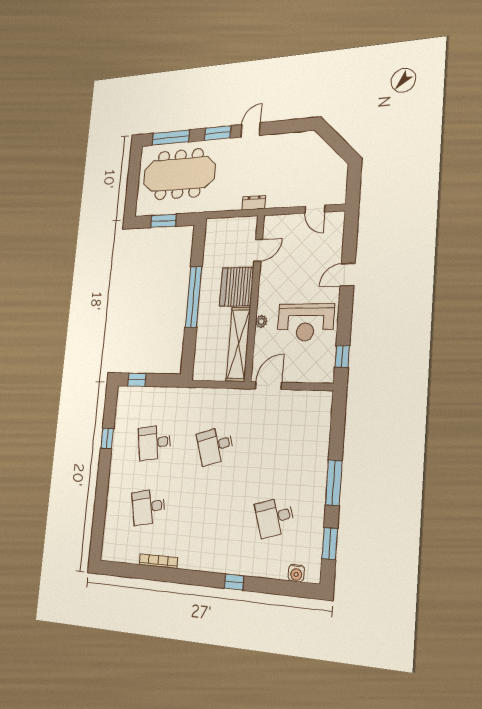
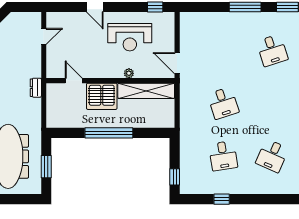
reception desk: (306, 322) -> (130, 37), turned 90
desk: (148, 507) -> (272, 156), turned 36

